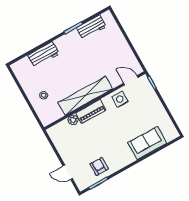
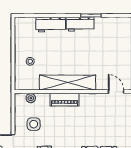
workbench: (91, 27) -> (80, 24), moved
side table: (120, 99) -> (34, 124), moved
plant: (73, 120) -> (31, 98), moved

